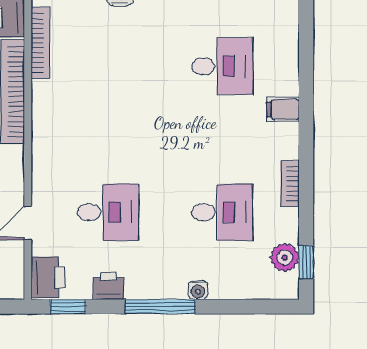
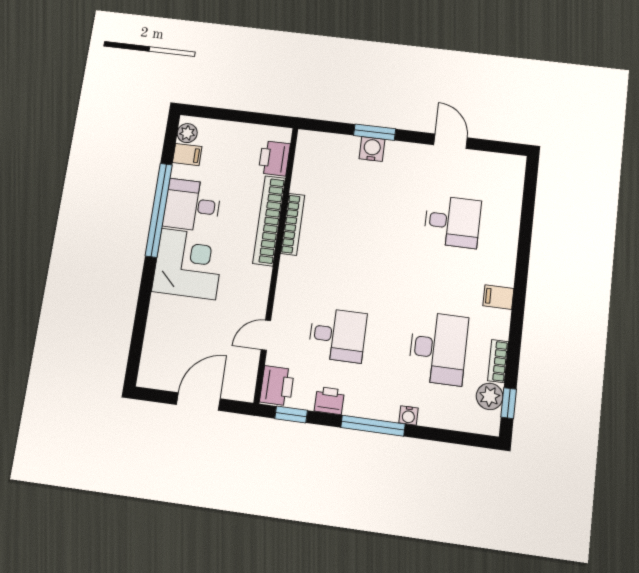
bookcase: (40, 43) -> (293, 224), moved
filing cabinet: (283, 109) -> (498, 297), moved
bookcase: (290, 184) -> (498, 361), moved
desk: (222, 212) -> (438, 348), width x1.37

